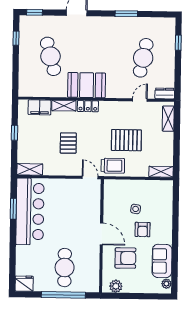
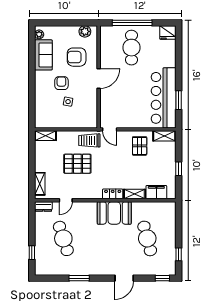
cafe table: (143, 58) -> (63, 238), turned -30
pallet: (68, 143) -> (140, 146), moved
door: (101, 234) -> (99, 79), swing flipped

